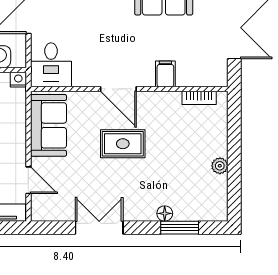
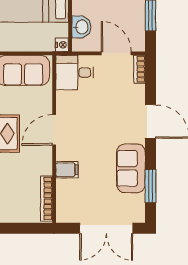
bookcase: (199, 98) -> (46, 198), width x1.56

